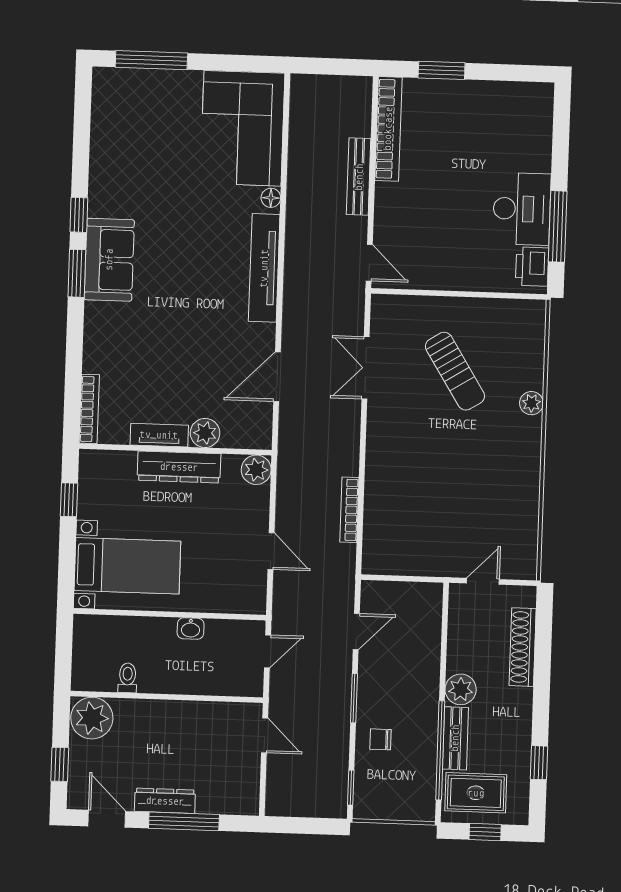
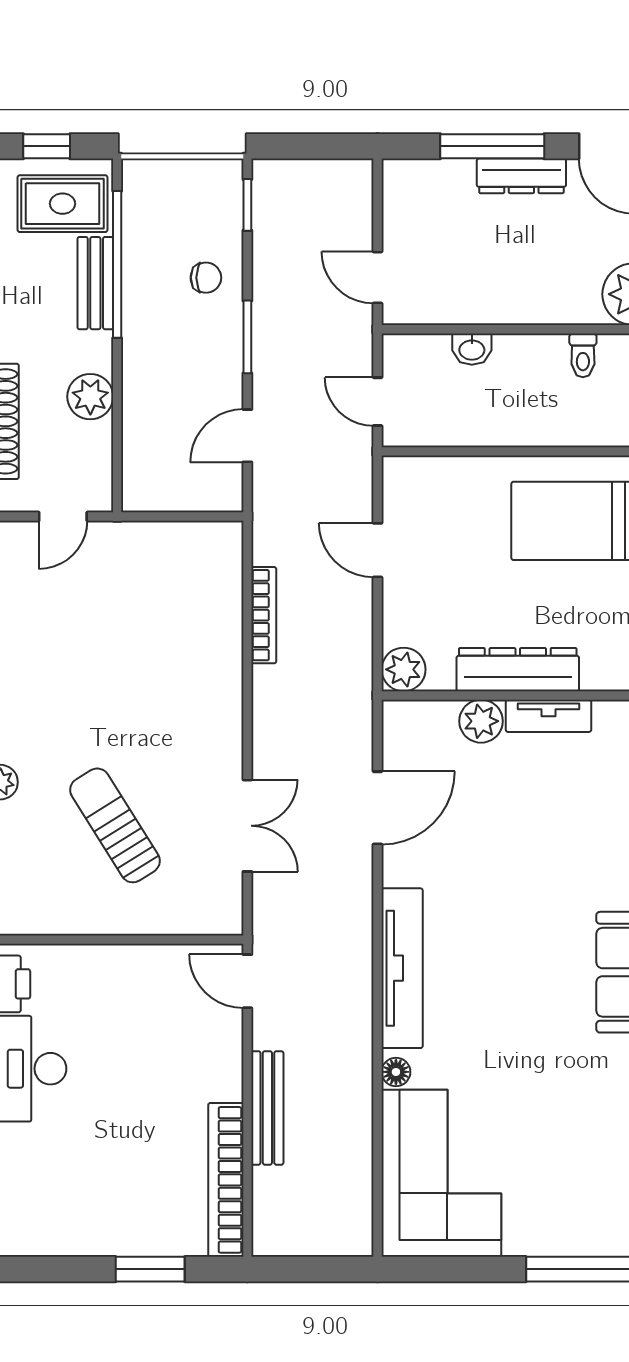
washbasin: (191, 629) -> (472, 349), moved, turned 180
door: (267, 651) -> (378, 402), hinge flipped
plant: (461, 689) -> (90, 397), moved

